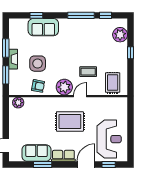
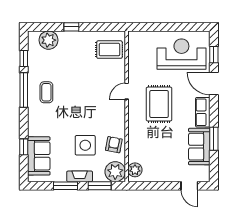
sofa: (43, 27) -> (39, 156), moved
coffee table: (88, 72) -> (46, 92), moved
plant: (64, 87) -> (115, 172), moved
door: (80, 96) -> (127, 91), hinge flipped

